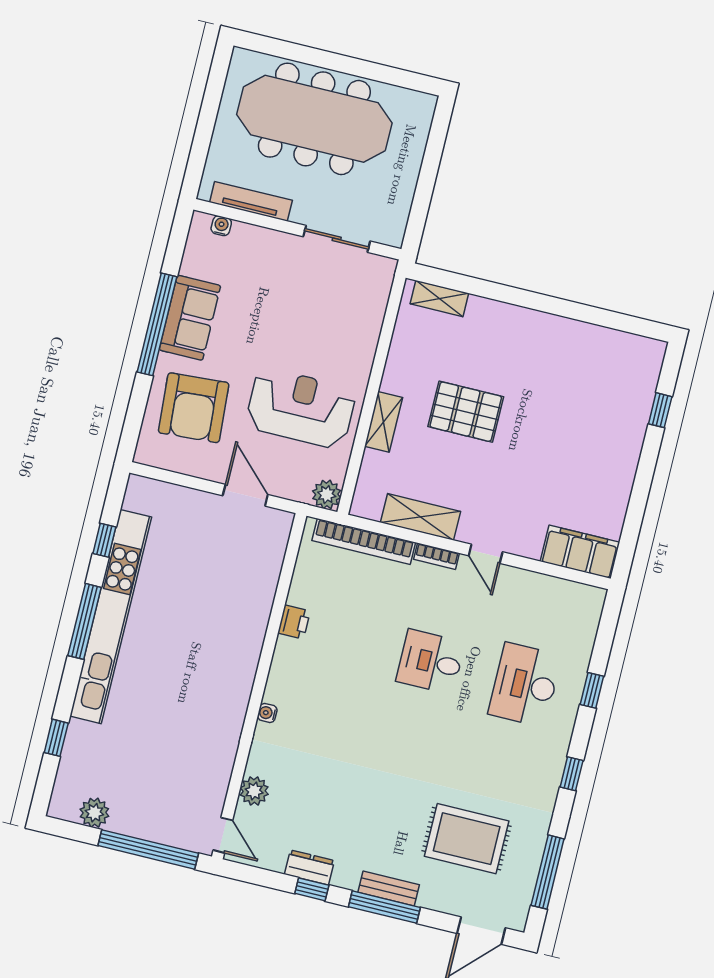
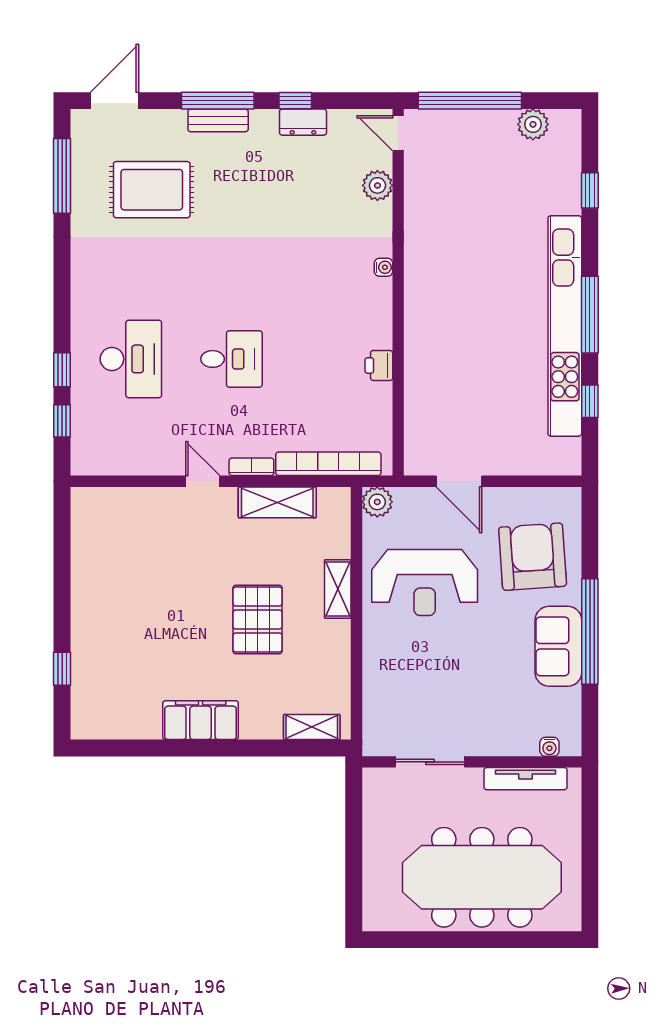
pallet: (466, 412) -> (258, 620), turned 90
filing cabinet: (580, 552) -> (201, 720), moved, turned 180
window: (572, 774) -> (62, 421), moved

